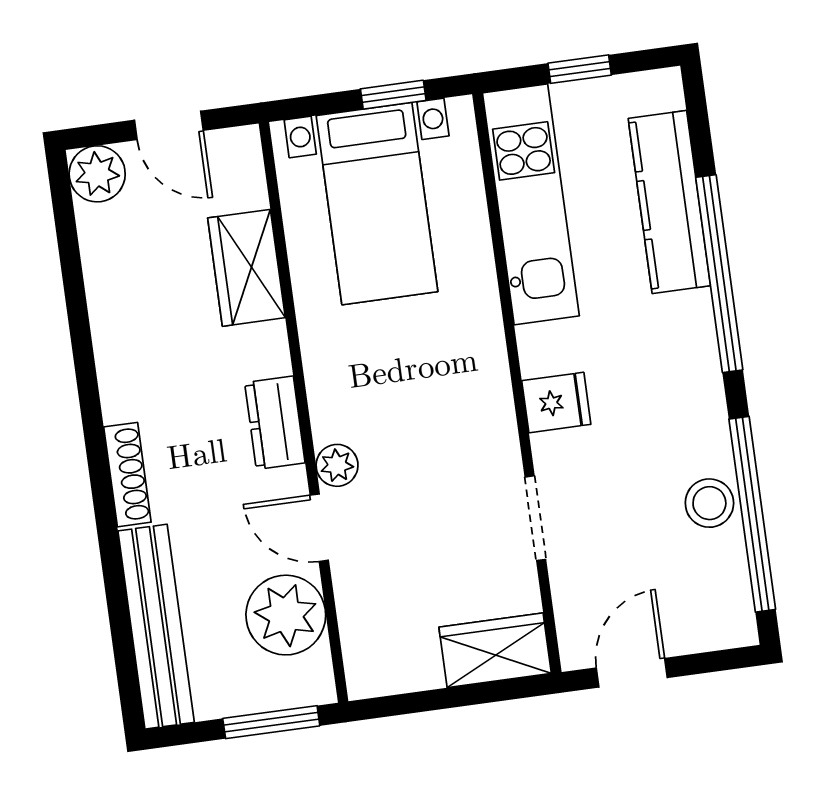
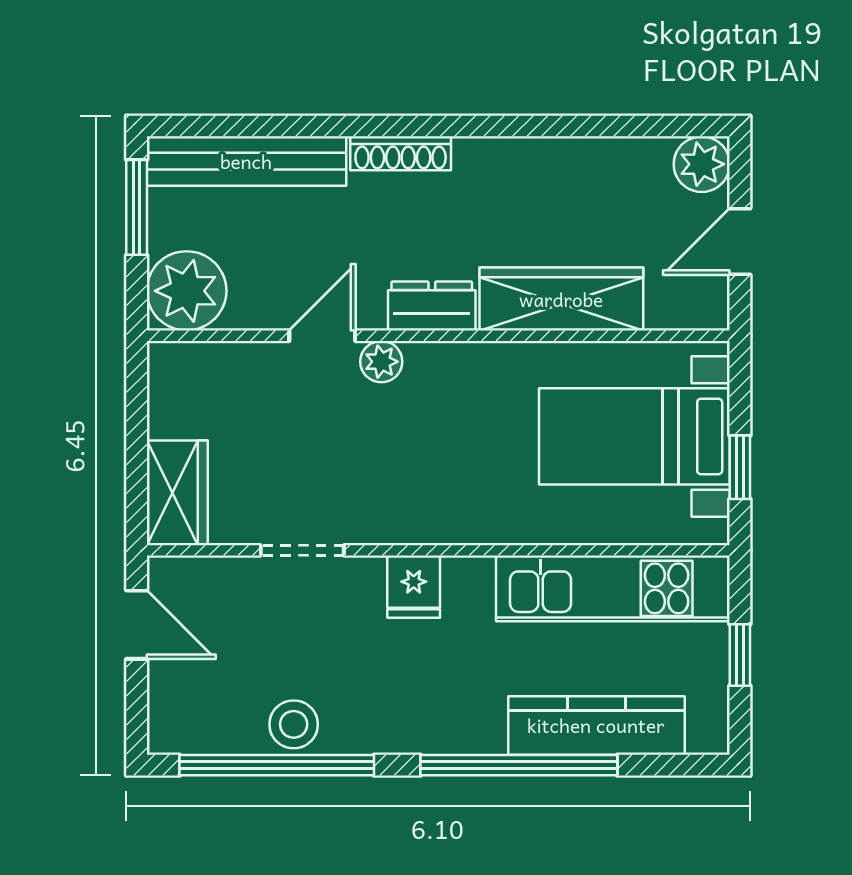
wardrobe: (246, 268) -> (561, 299), width x1.50
plant: (286, 615) -> (187, 291), moved
window: (271, 722) -> (137, 207), moved

